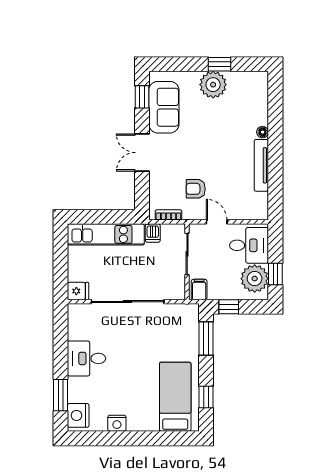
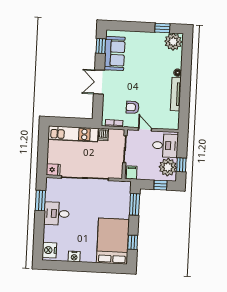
window: (219, 64) -> (162, 28), moved
plant: (213, 85) -> (173, 42), moved
window: (229, 307) -> (160, 185), moved
window: (61, 395) -> (40, 201), moved
bed: (175, 397) -> (113, 241), width x1.50

